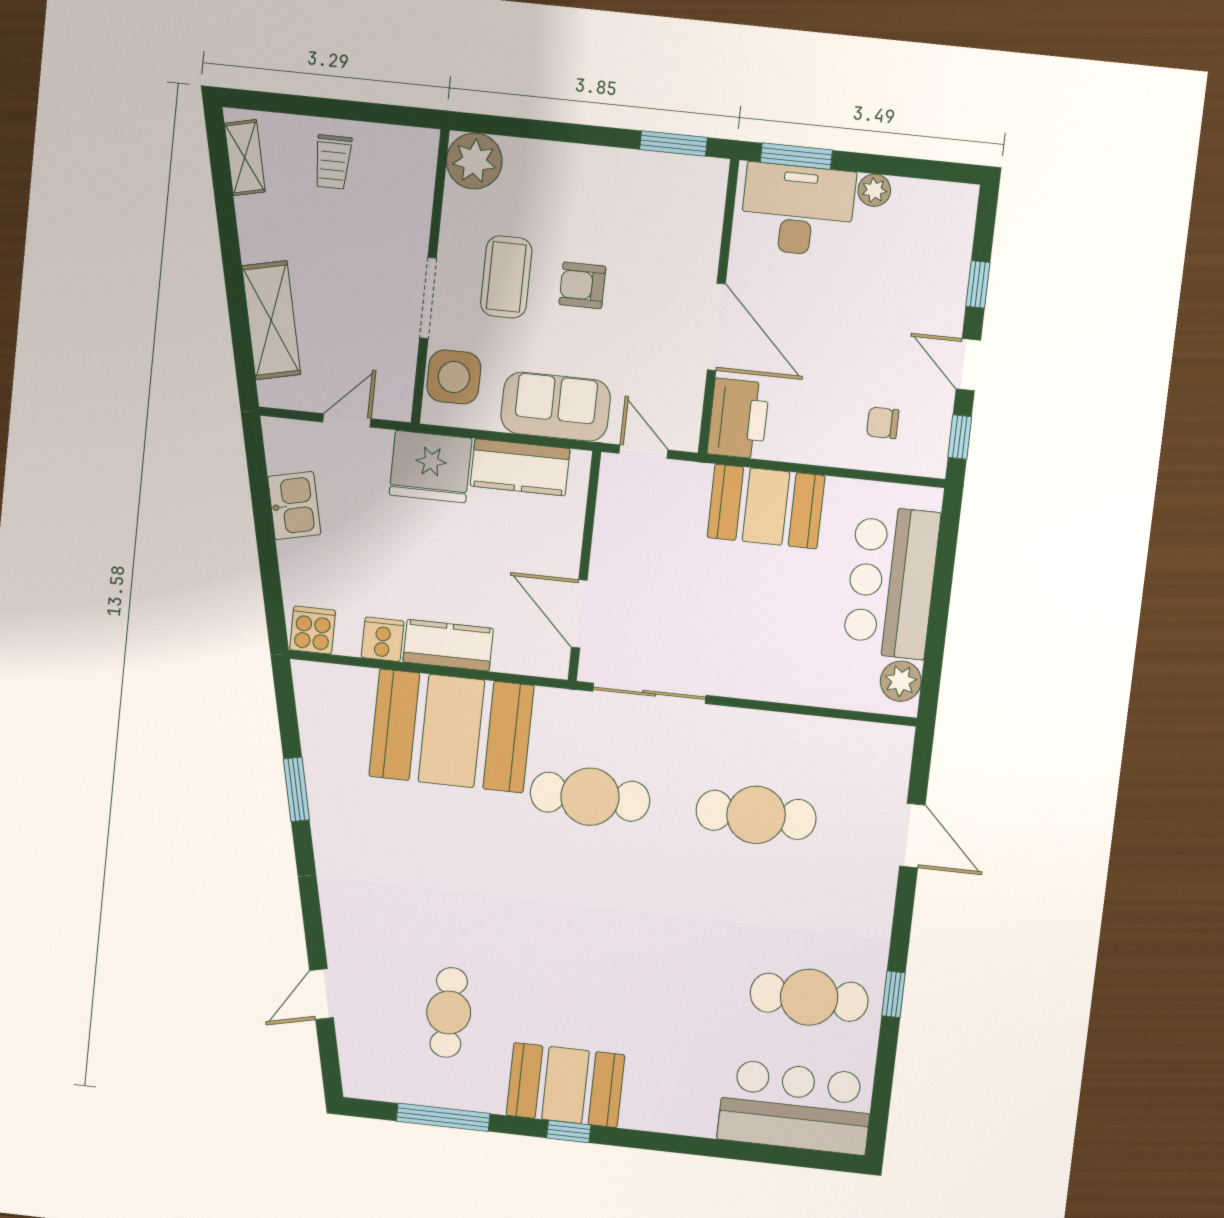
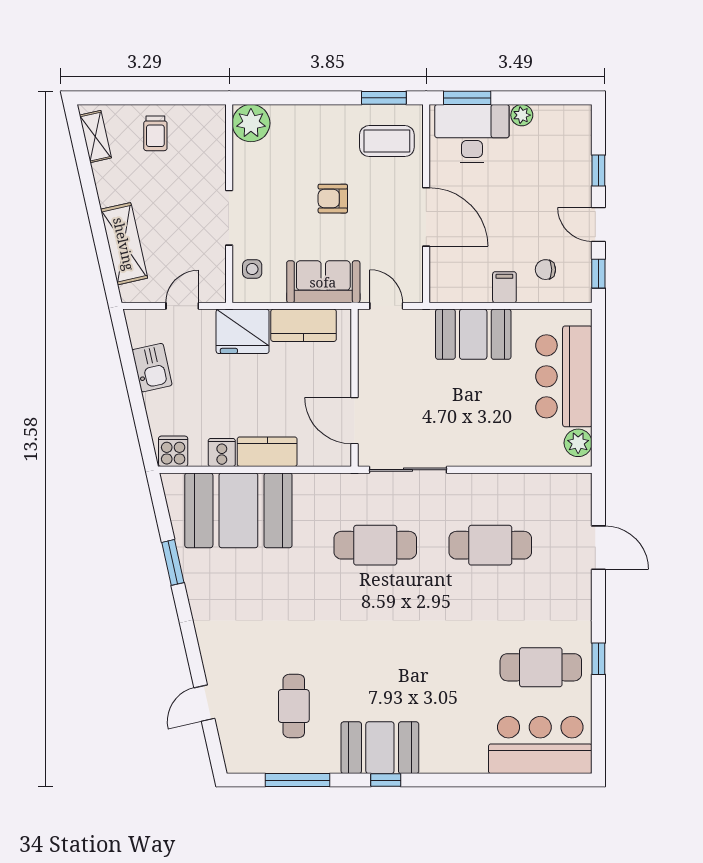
coffee table: (506, 277) -> (387, 141), moved, turned 90
side table: (454, 377) -> (252, 269), width x0.54, depth x0.54
printer: (738, 419) -> (448, 277), removed
filing cabinet: (819, 443) -> (504, 287), added
booth: (451, 731) -> (238, 510), moved

